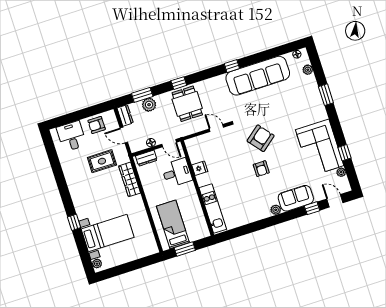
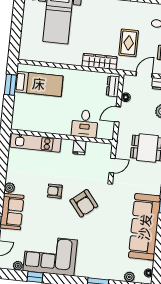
fridge: (200, 168) -> (79, 147), moved
desk: (177, 173) -> (85, 124), moved
wall: (197, 188) -> (62, 137), moved
kitchen unit: (213, 209) -> (36, 143), moved

